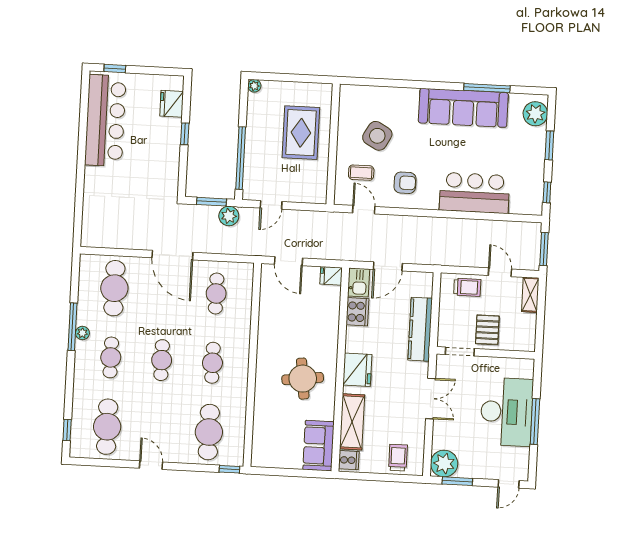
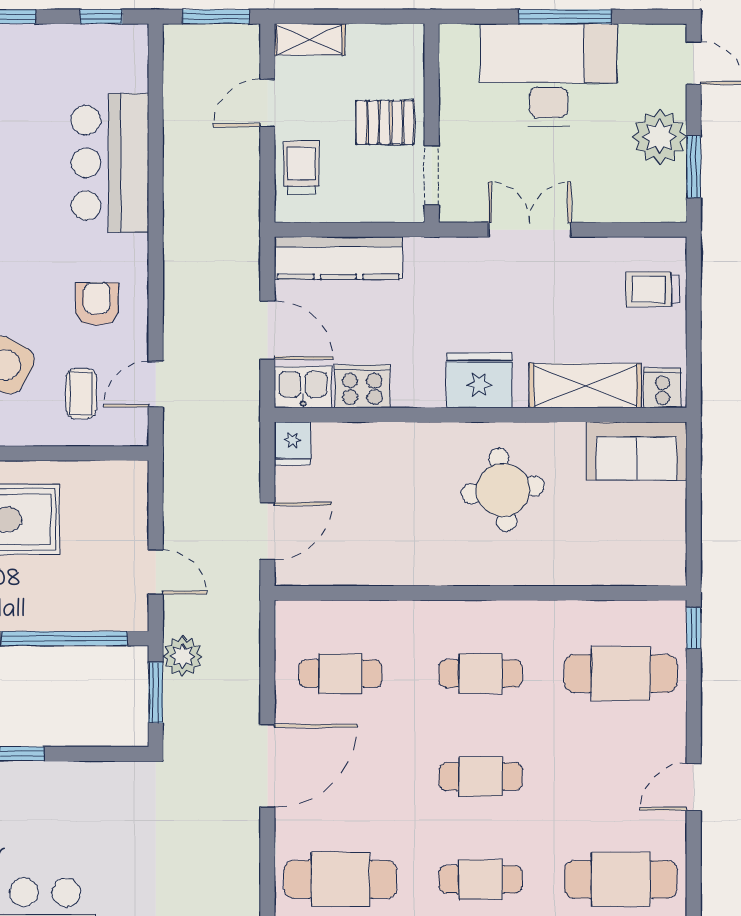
kitchen counter: (420, 329) -> (338, 258), moved
plant: (444, 464) -> (659, 137), moved

